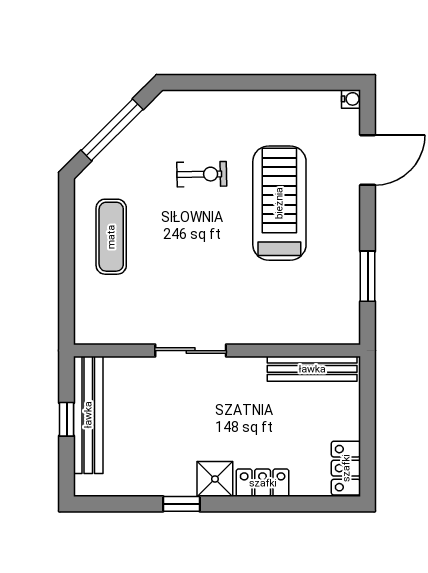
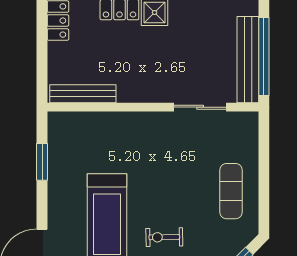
sliding door: (191, 351) -> (200, 107), moved
window: (67, 419) -> (264, 57), width x3.17

